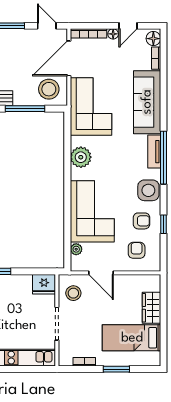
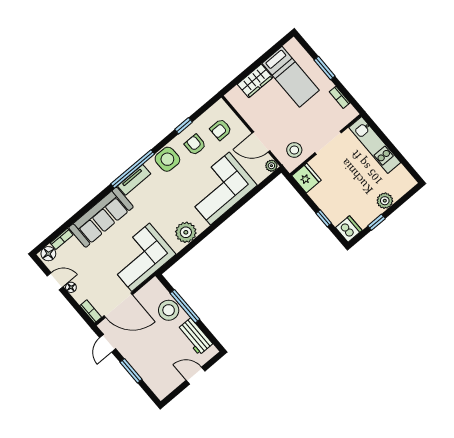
bookcase: (88, 33) -> (91, 311), width x0.64
stool: (49, 89) -> (169, 310), moved
plant: (76, 249) -> (271, 166), moved
door: (101, 273) -> (261, 142), swing flipped

